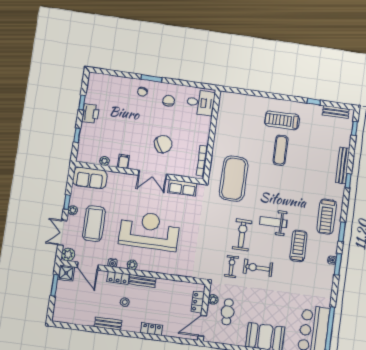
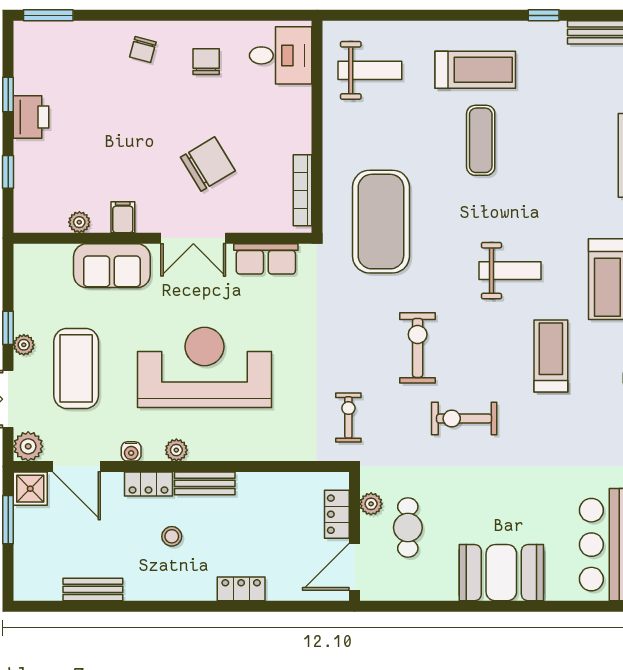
window: (152, 78) -> (48, 15), moved
weight bench: (238, 114) -> (370, 70), added
treadmill: (282, 120) -> (475, 70), turned 180
sofa: (90, 178) -> (112, 266), moved
weight bench: (273, 222) -> (510, 271), moved, turned 180
exercise bike: (231, 266) -> (348, 417), moved
bench: (108, 324) -> (93, 589), moved

